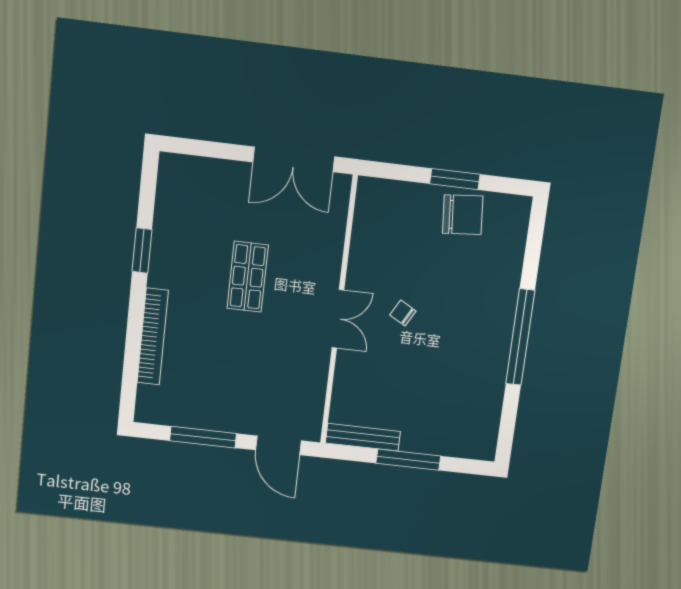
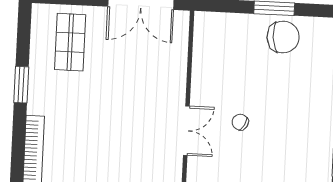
shop shelf: (248, 277) -> (70, 42), moved

